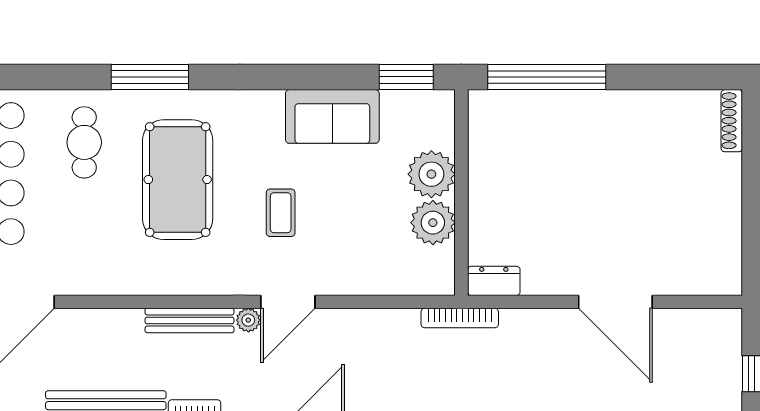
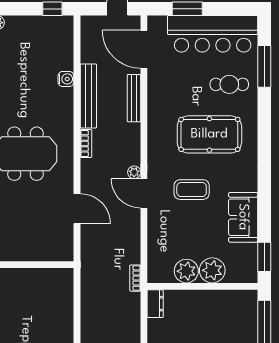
window: (150, 77) -> (264, 66), moved
coffee table: (281, 213) -> (192, 190), width x1.36, depth x1.30
bookcase: (460, 318) -> (135, 278), width x0.64
bench: (189, 320) -> (134, 98), moved

